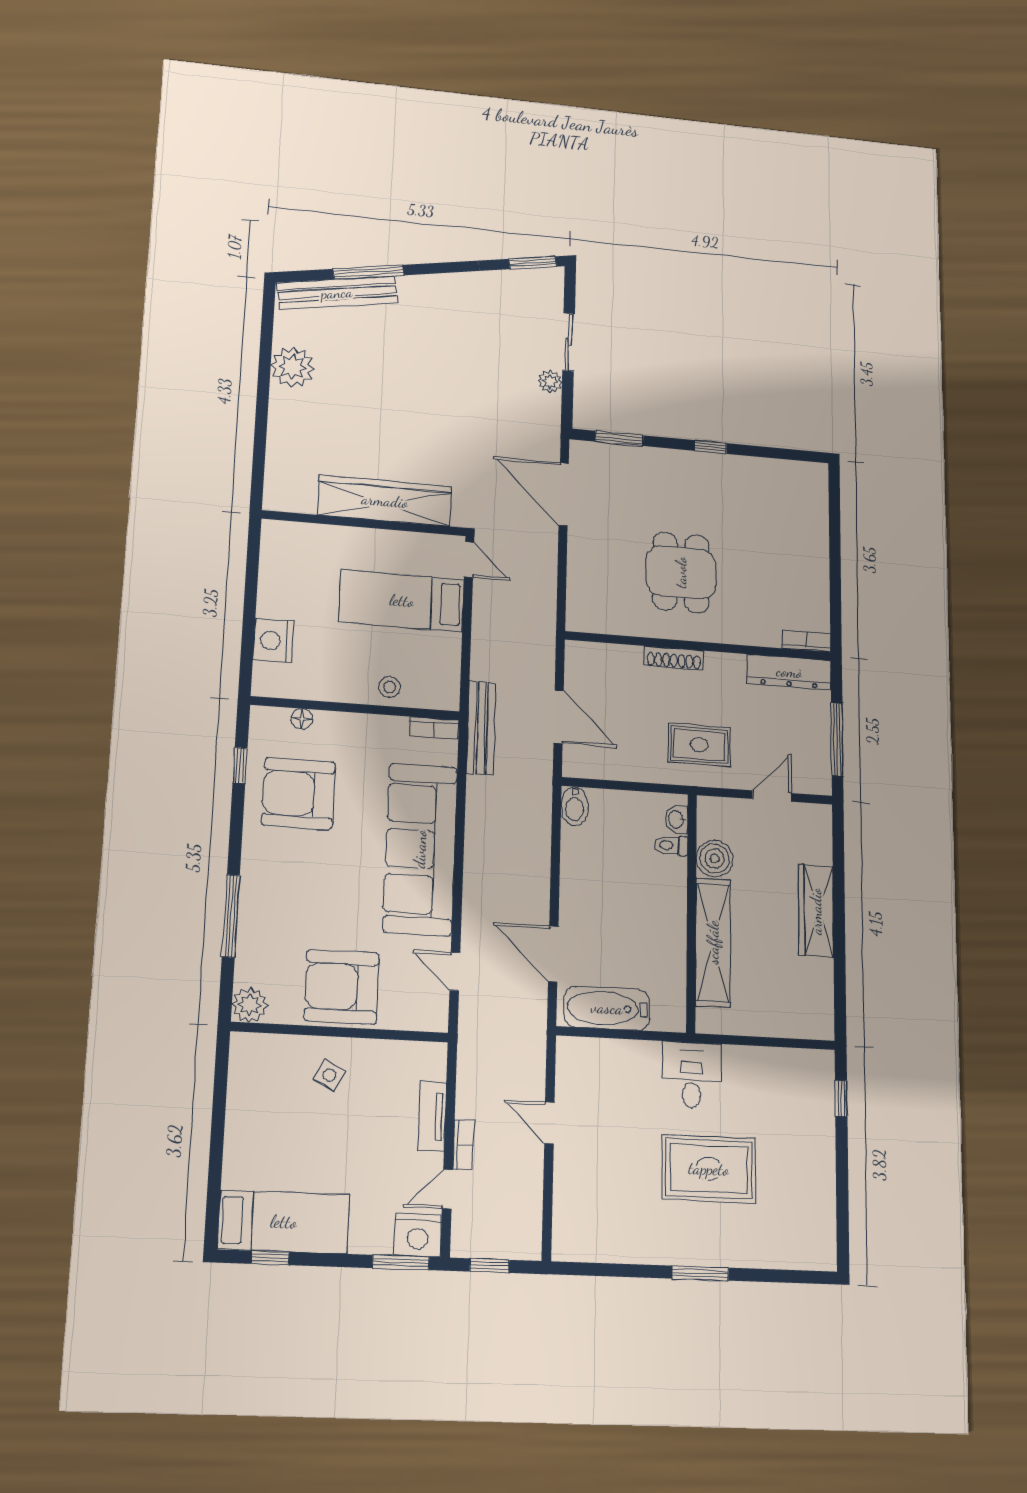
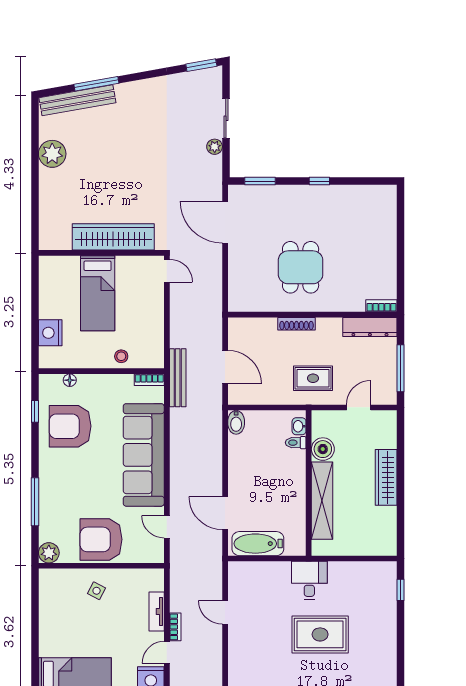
bed: (402, 601) -> (98, 293), moved, turned -90

